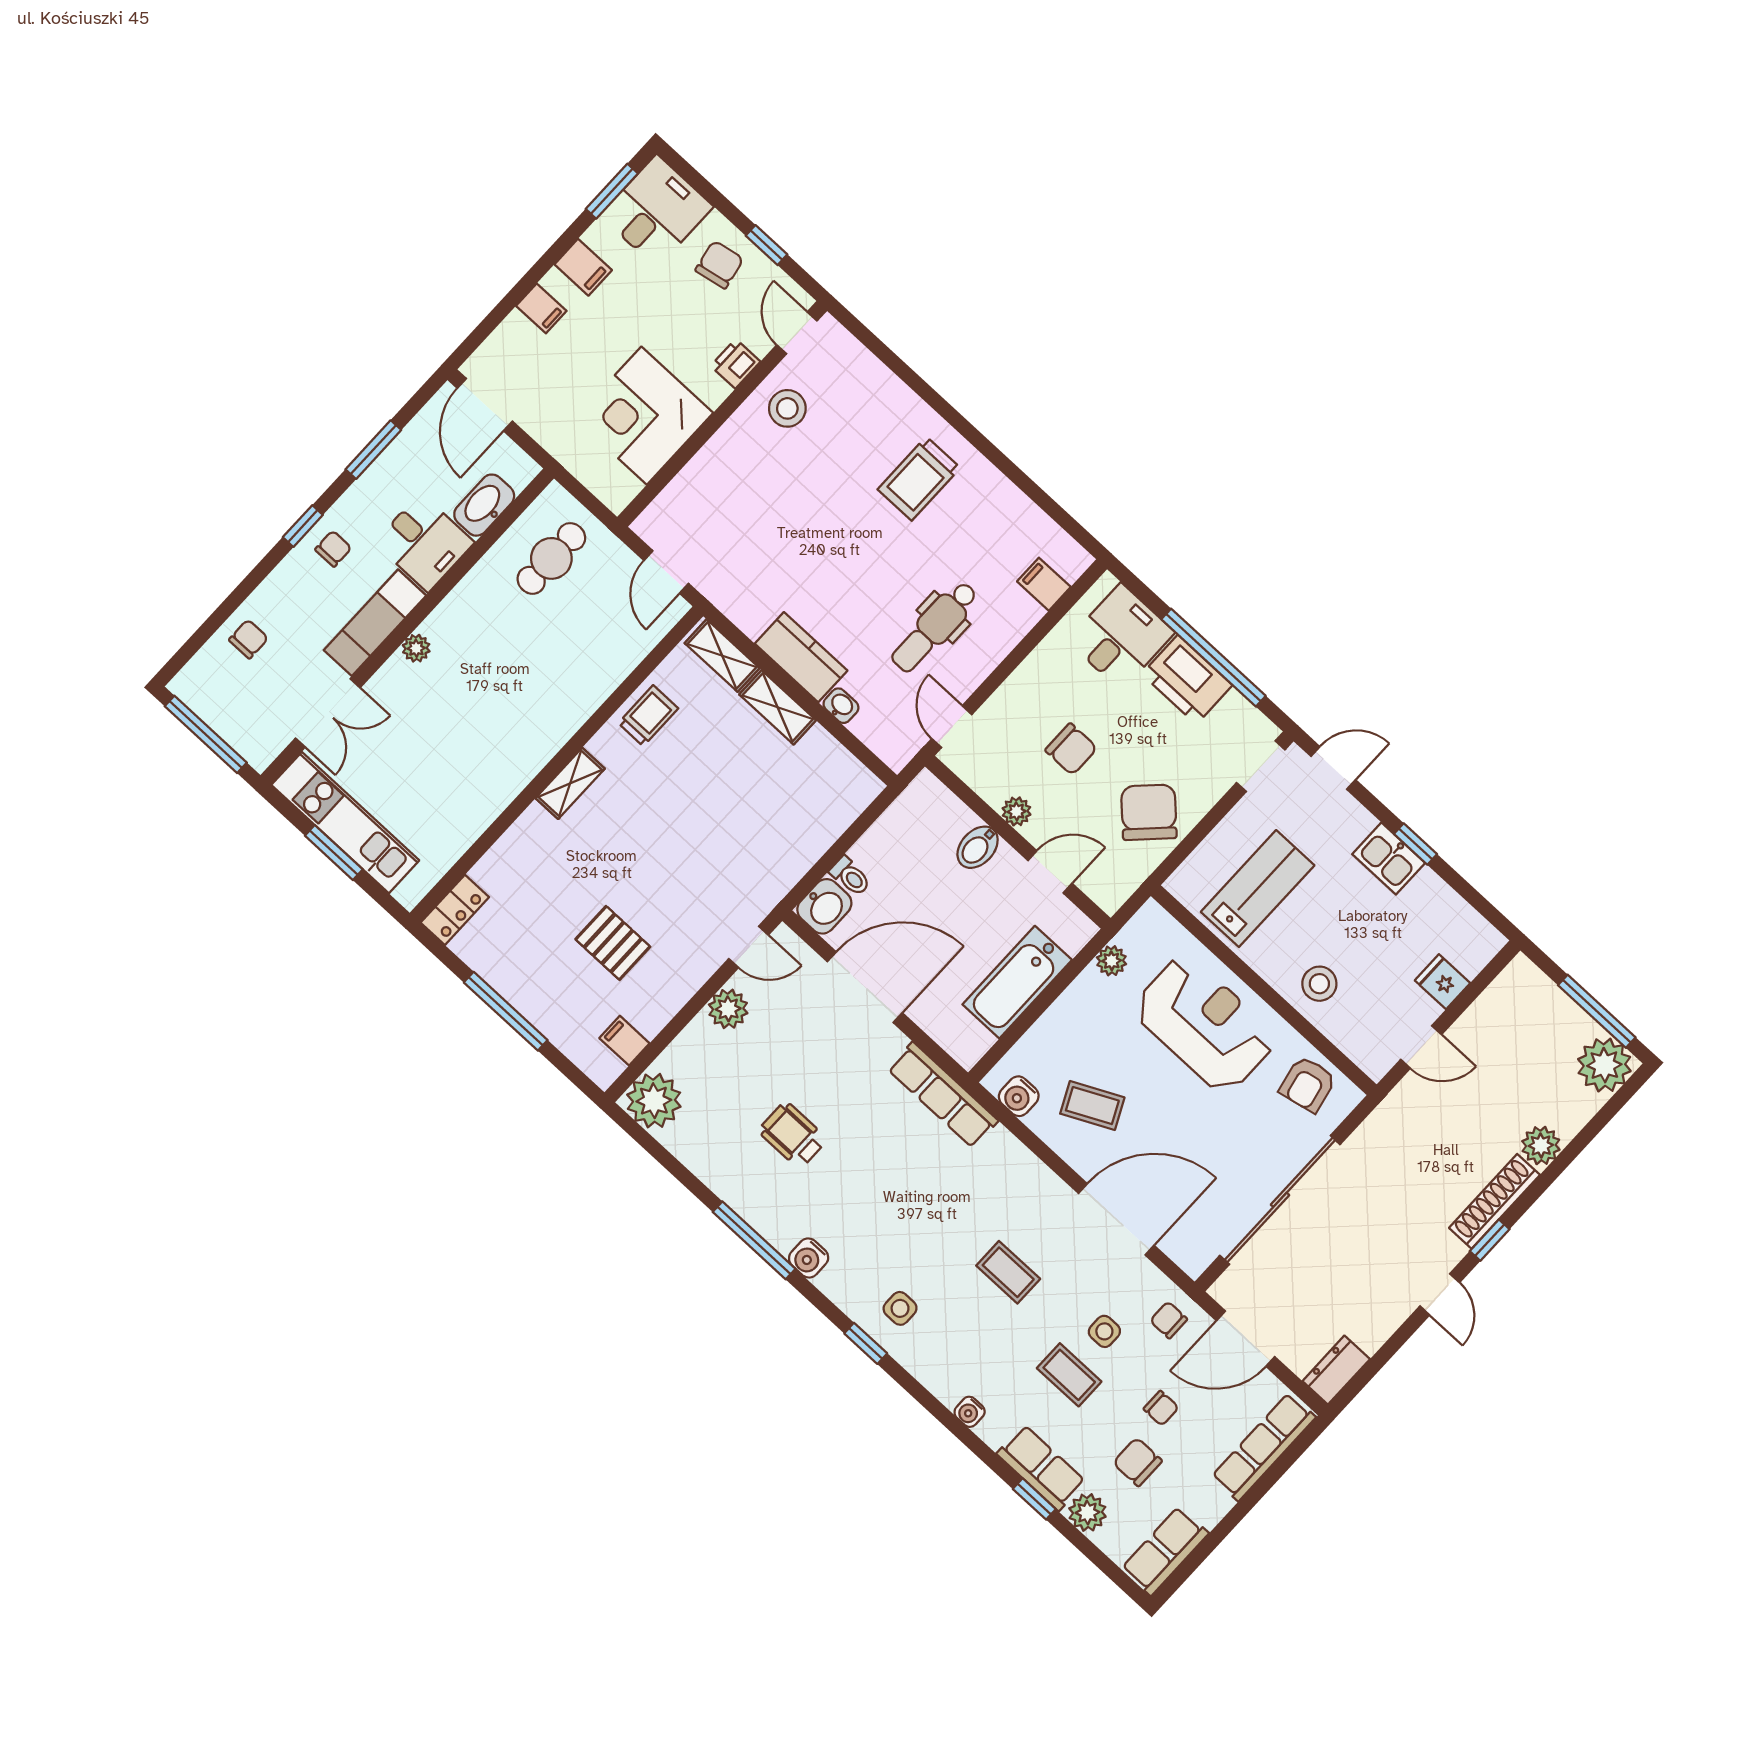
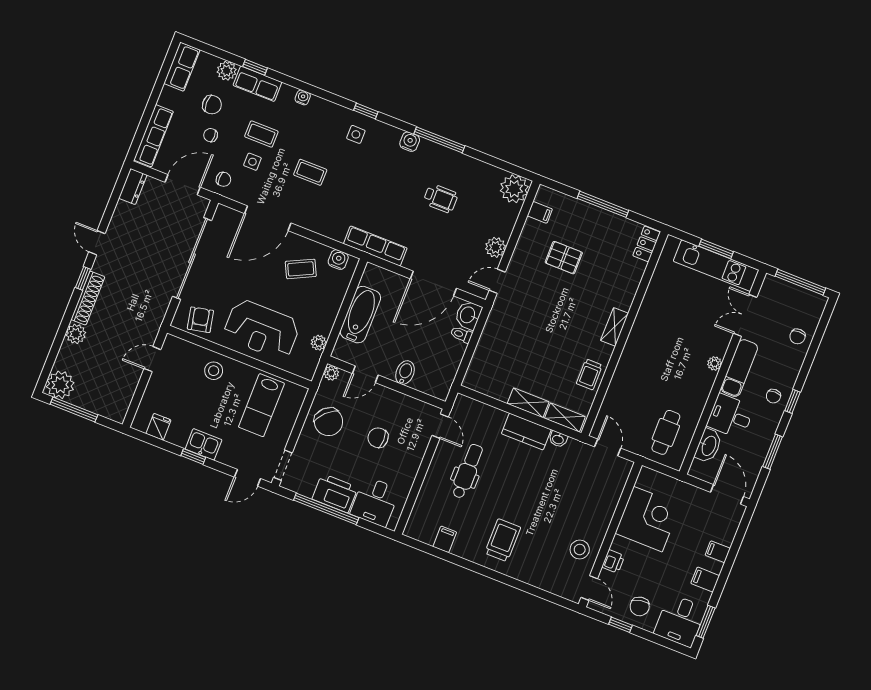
filing cabinet: (1044, 584) -> (445, 539), moved, turned -90
washbasin: (841, 706) -> (558, 439), moved
plant: (1017, 811) -> (331, 373), moved
fridge: (1442, 982) -> (158, 427), moved, turned -90

